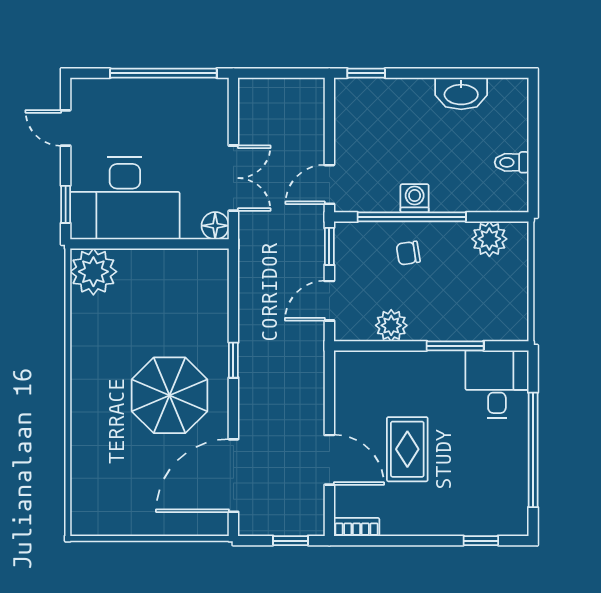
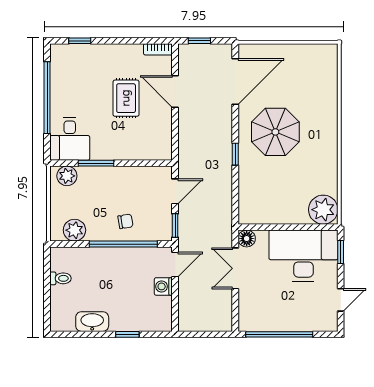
window: (366, 73) -> (127, 334), moved
door: (66, 128) -> (341, 300), hinge flipped
washing machine: (415, 198) -> (163, 286), moved, turned 90
plant: (391, 325) -> (67, 176), moved

